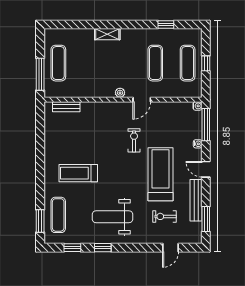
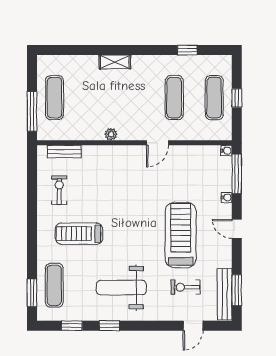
plant: (120, 93) -> (111, 134), moved
exercise bike: (134, 140) -> (59, 190), moved
bench: (196, 200) -> (225, 294), moved

